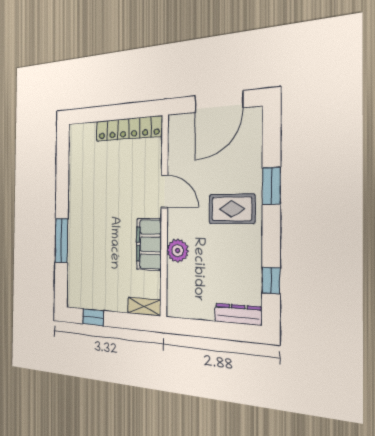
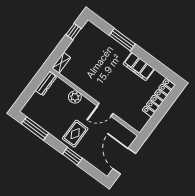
locker: (129, 129) -> (159, 98), moved
filing cabinet: (149, 244) -> (139, 66), moved, turned 180
window: (271, 280) -> (35, 128), width x2.17
dresser: (238, 314) -> (46, 84), moved

